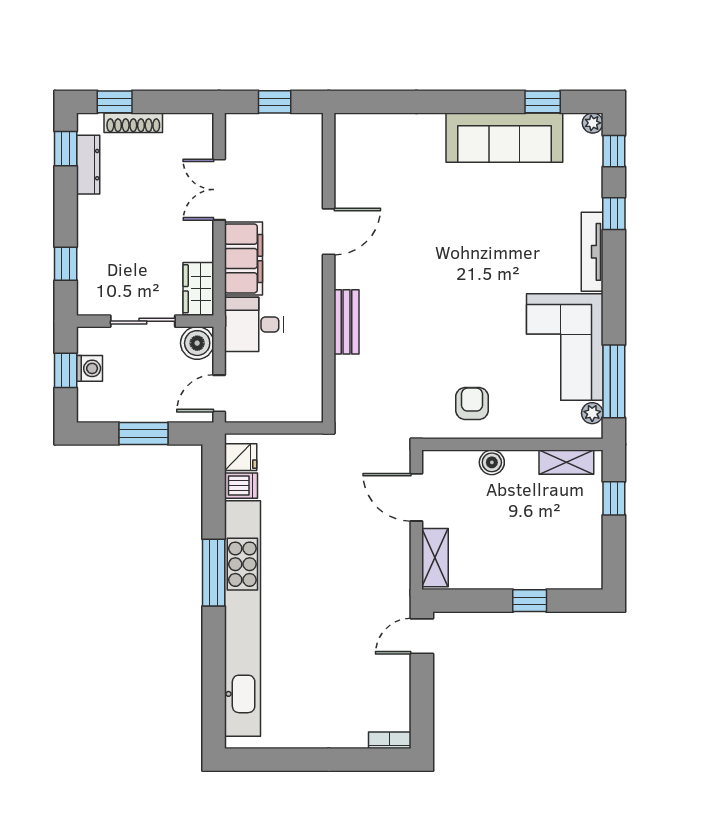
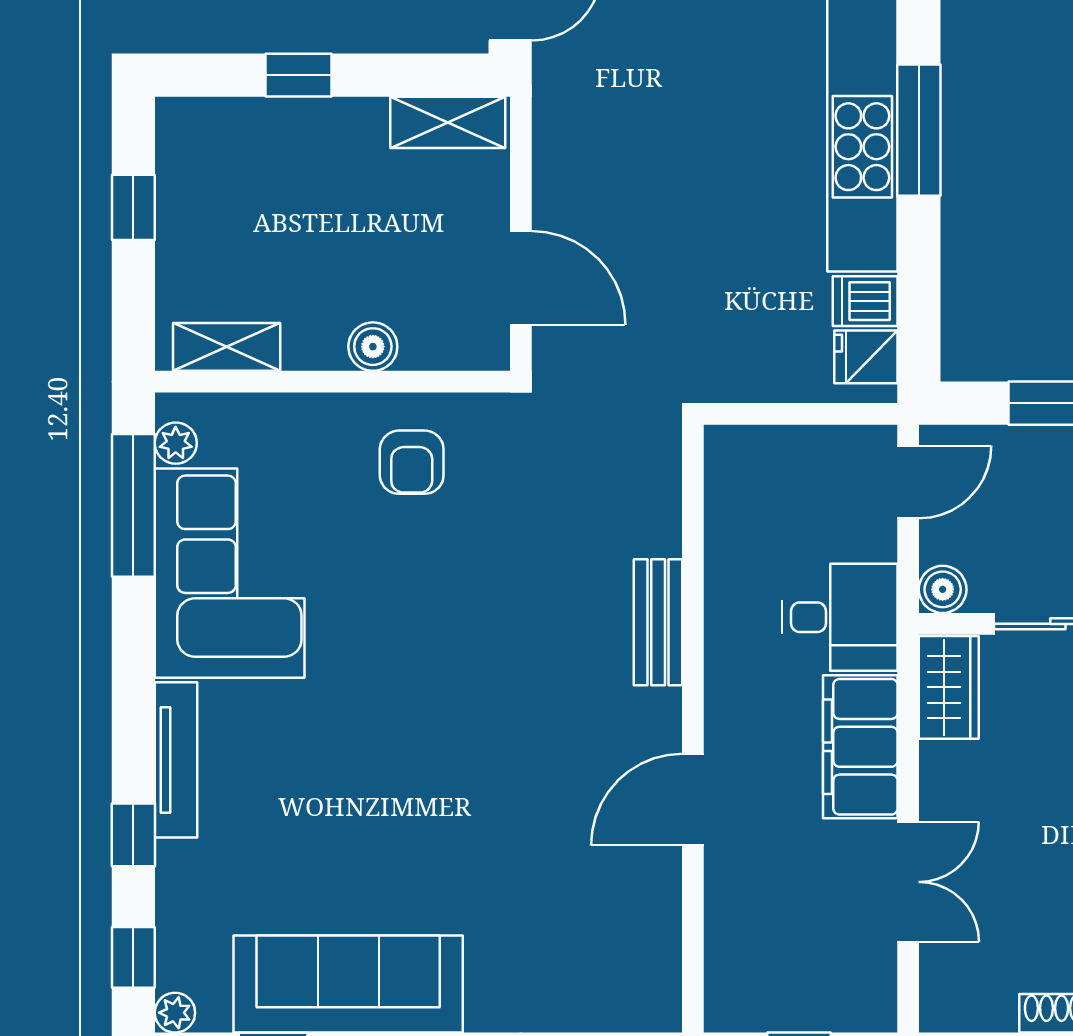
boiler: (197, 343) -> (943, 589), width x0.73, depth x0.73
window: (614, 498) -> (133, 207), moved
shelving: (435, 558) -> (448, 122), moved, turned 90

